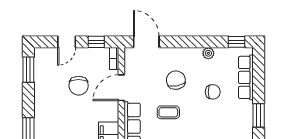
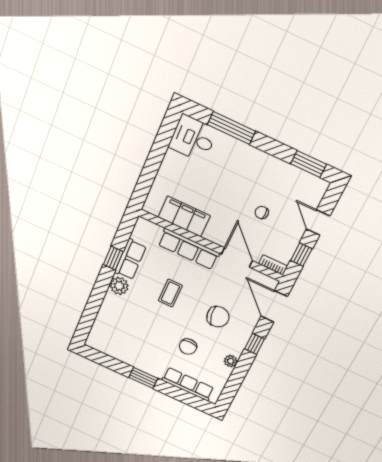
door: (146, 42) -> (274, 306), swing flipped
window: (237, 42) -> (254, 344), moved
chair: (79, 86) -> (262, 213), width x0.54, depth x0.54
coffee table: (168, 112) -> (170, 293), moved

